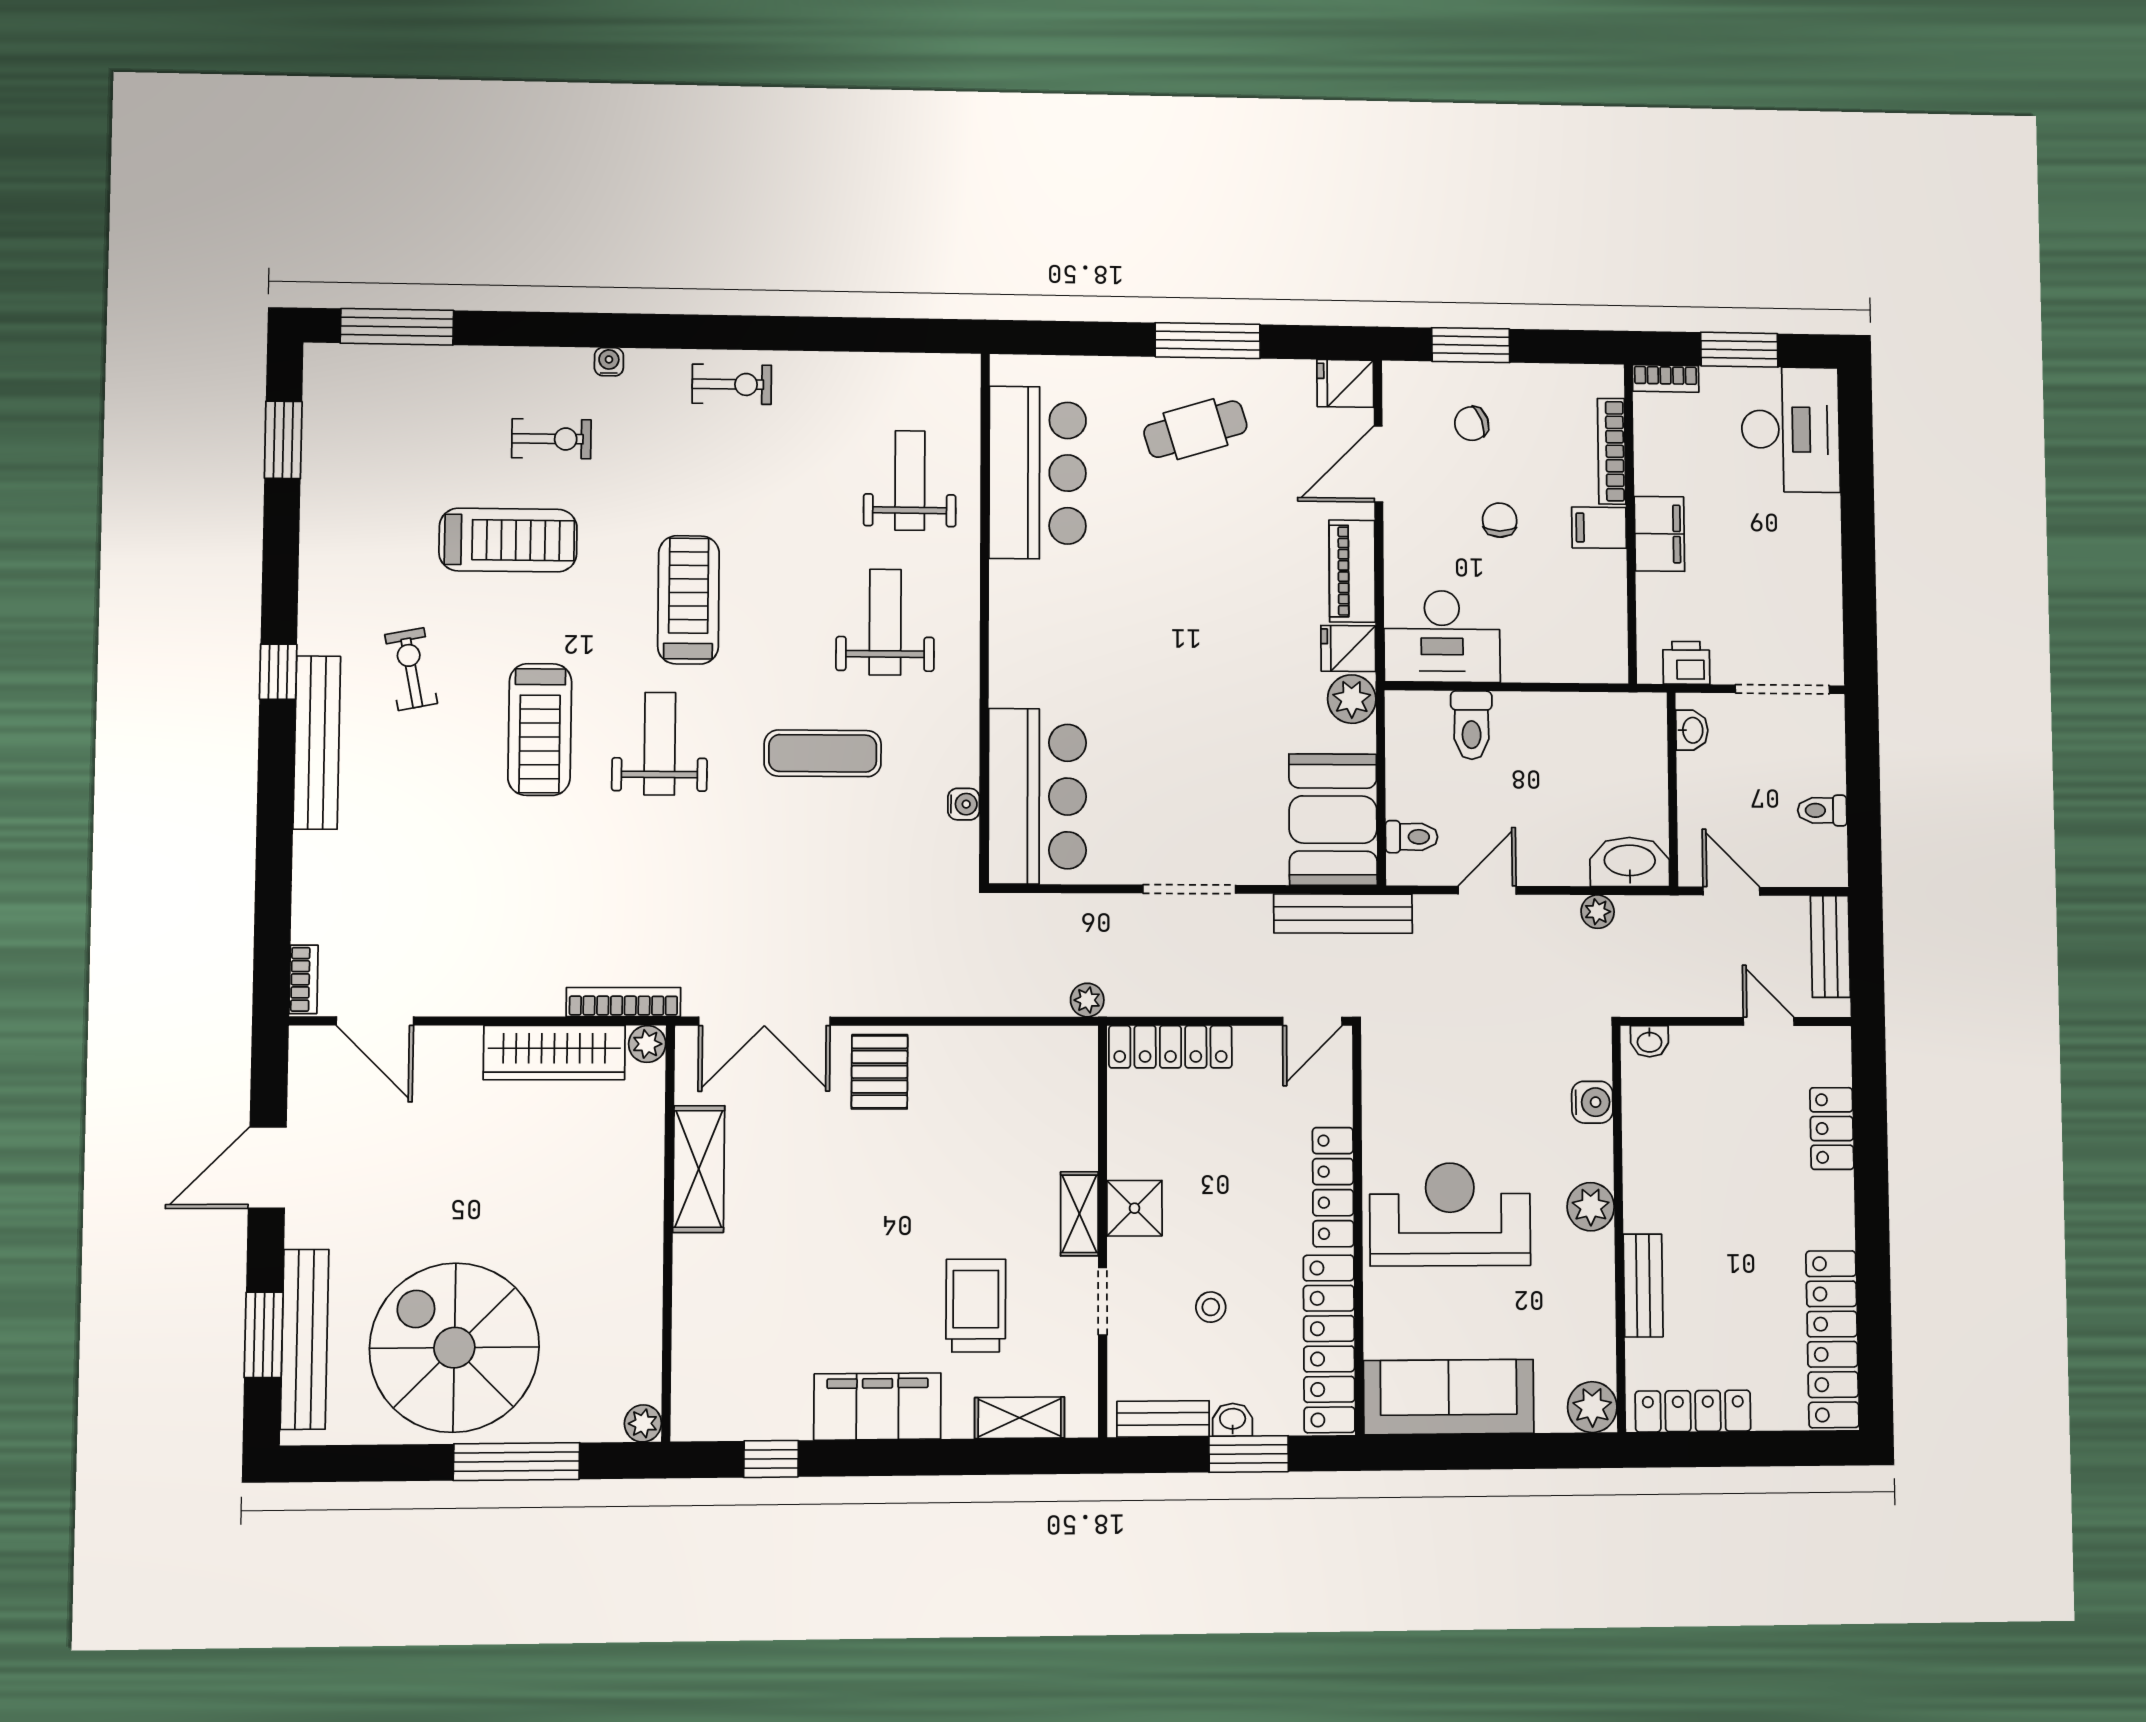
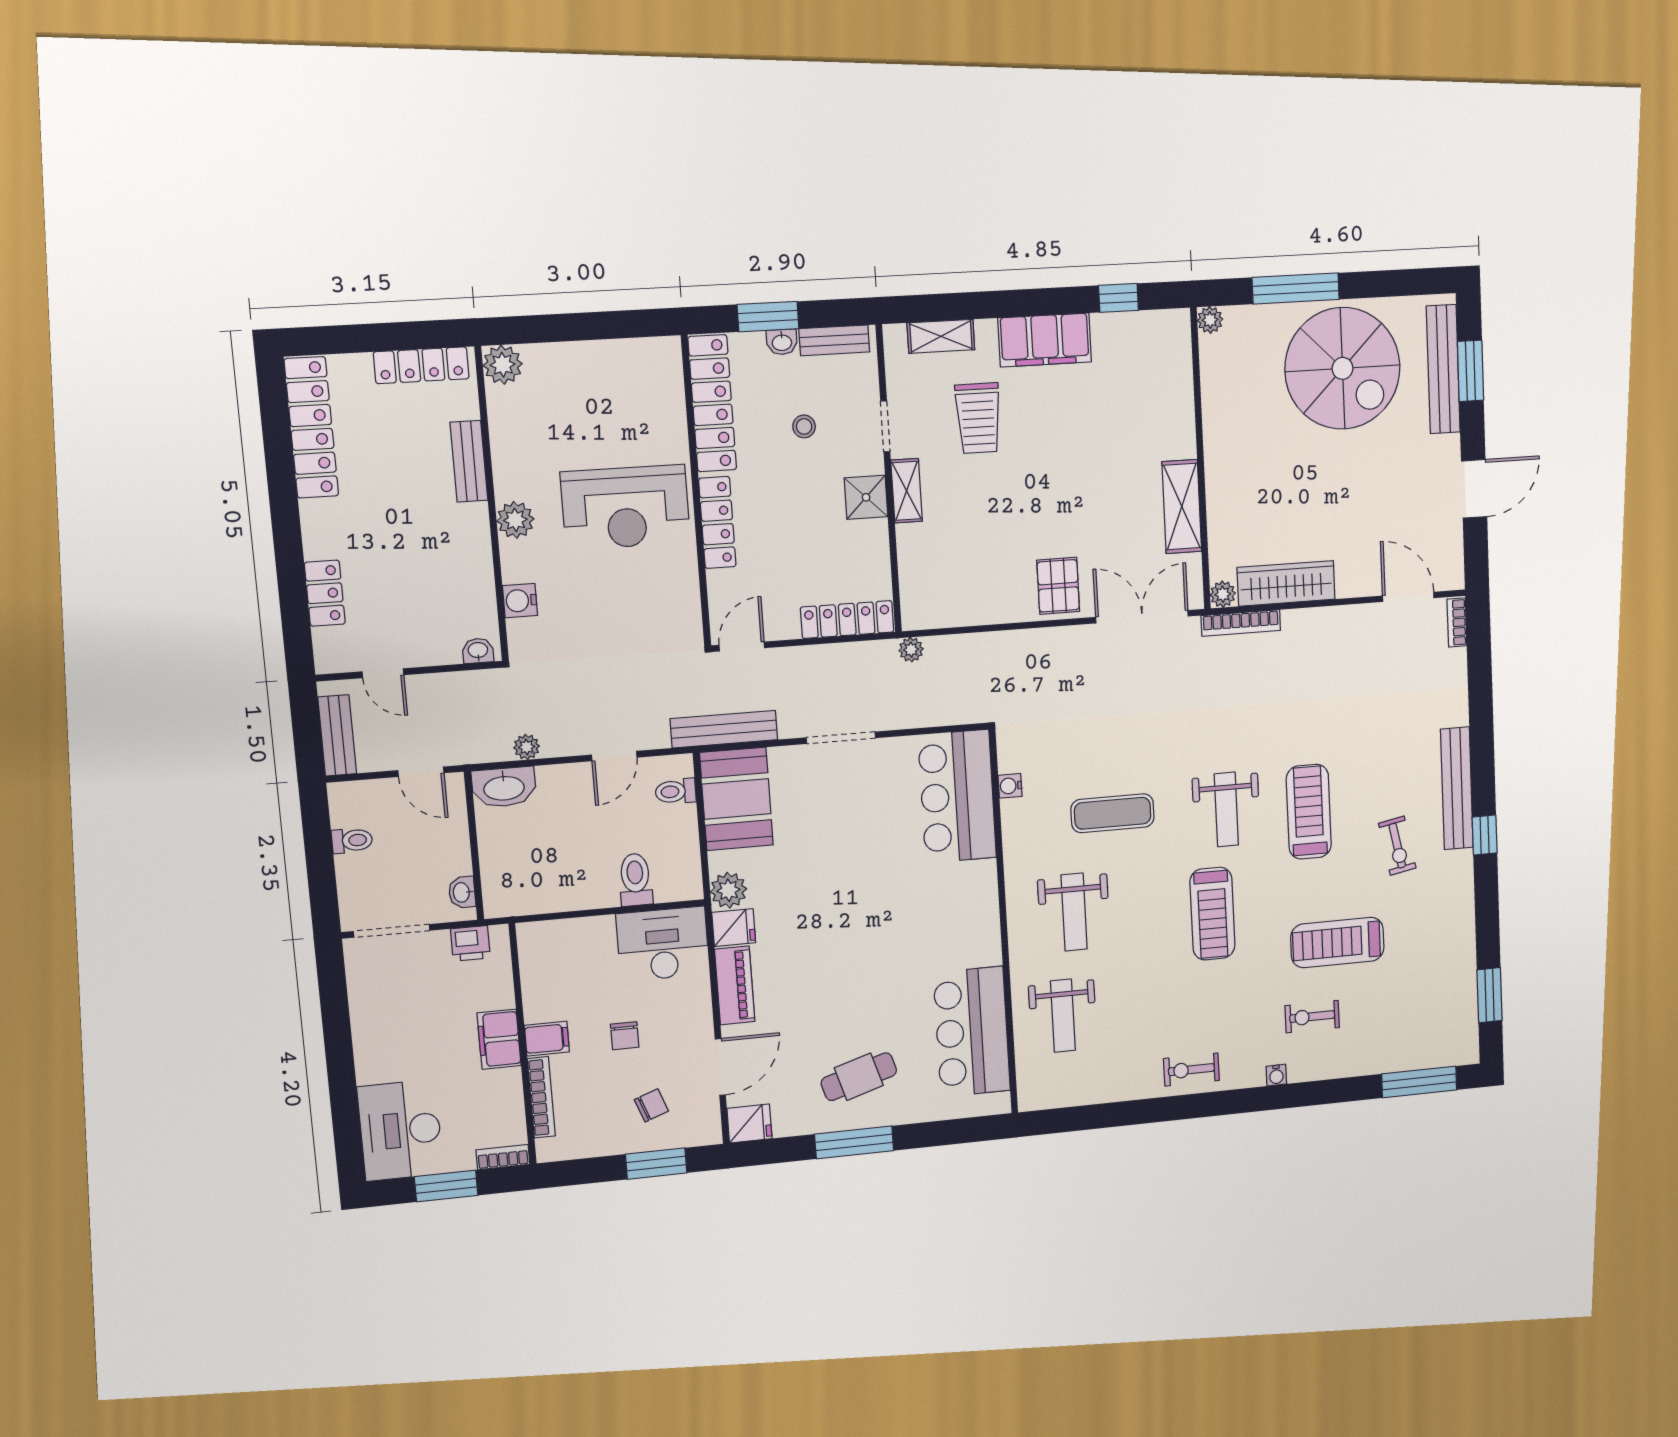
sofa: (1449, 1397) -> (617, 367), removed

